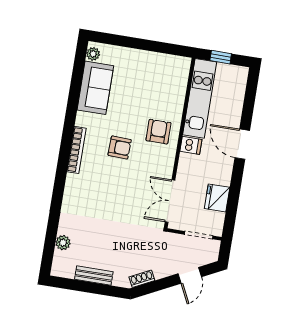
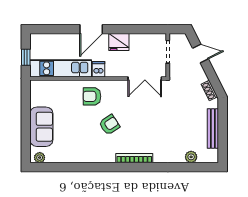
sofa: (95, 88) -> (41, 127), moved, turned 90
armchair: (120, 147) -> (109, 125), turned 55
bookcase: (77, 150) -> (134, 158), moved
fridge: (217, 198) -> (119, 42), moved
bench: (94, 276) -> (213, 129), width x1.36

